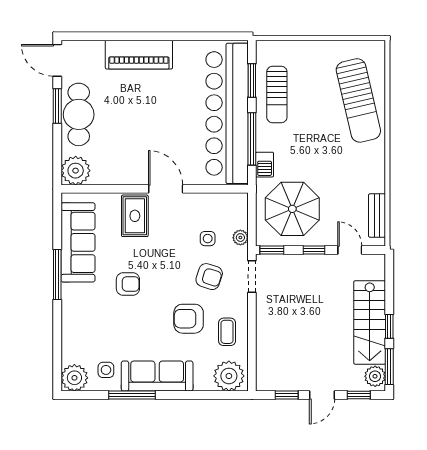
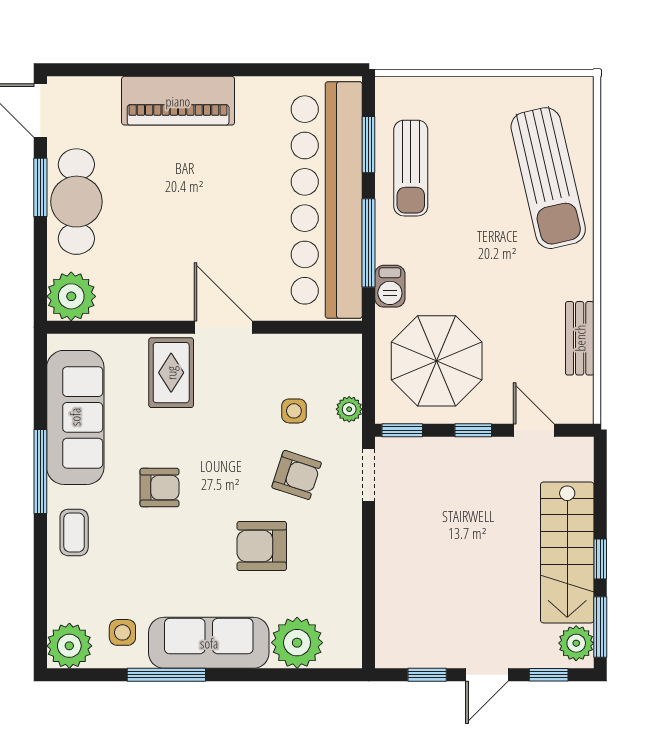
bench: (377, 216) -> (580, 338), moved
coffee table: (227, 332) -> (74, 532), moved
plant: (229, 376) -> (297, 643), moved

